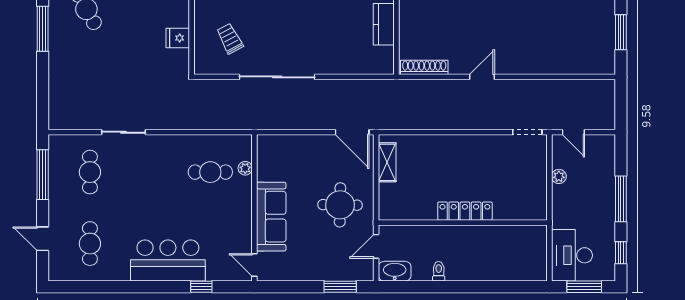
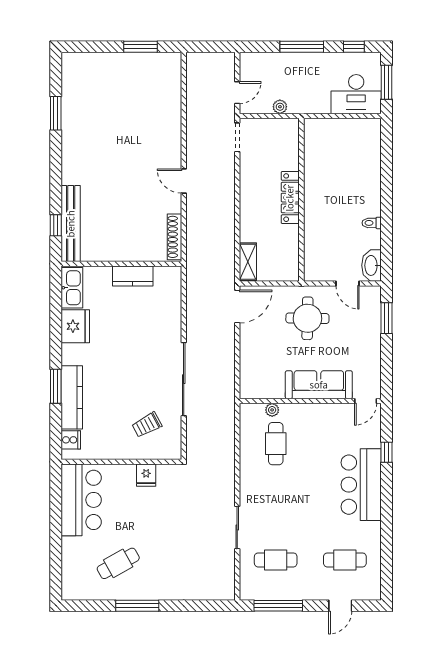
shelving: (387, 162) -> (248, 262), moved, turned 90
locker: (465, 211) -> (290, 198), moved
wall: (463, 223) -> (301, 200), moved

